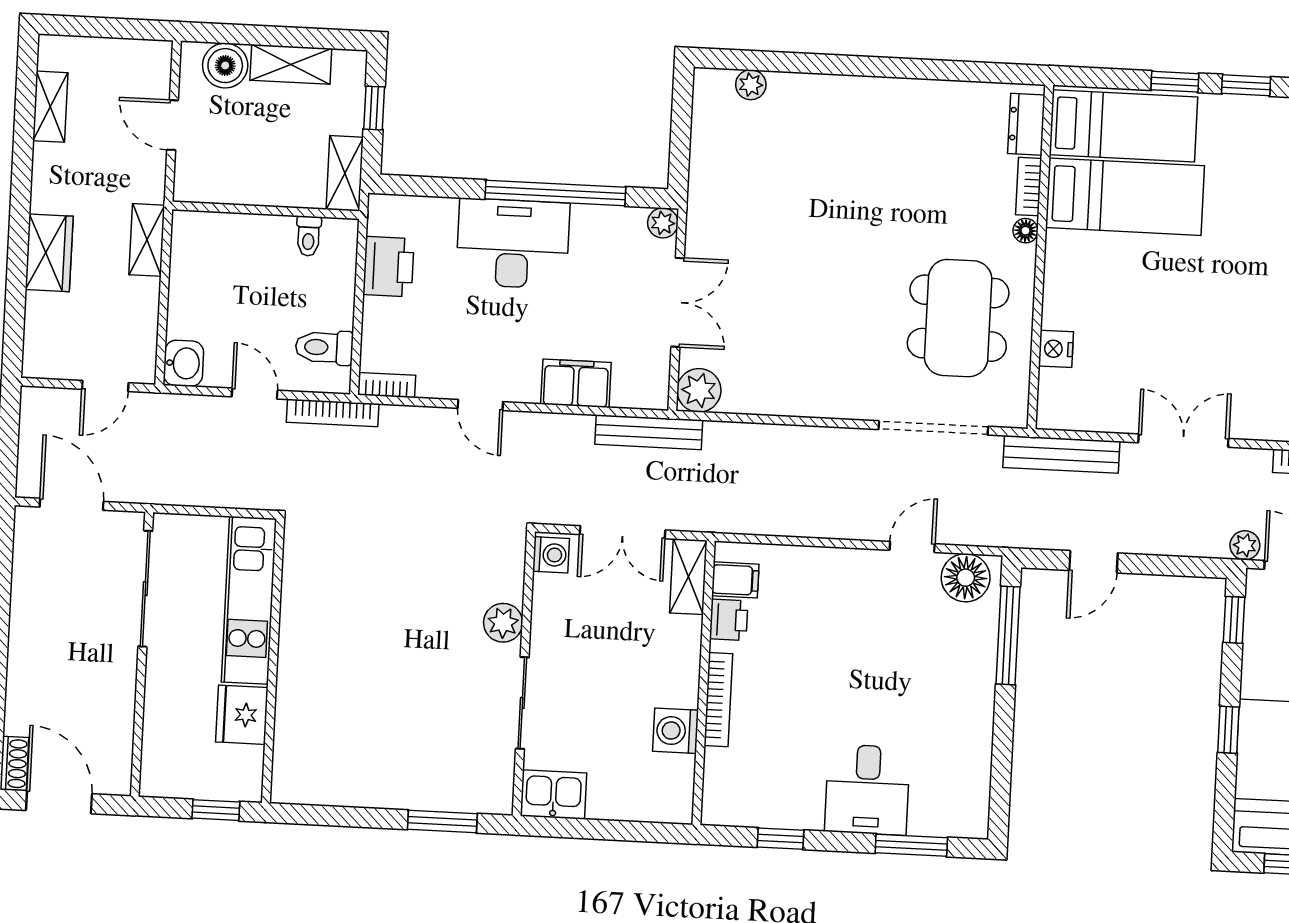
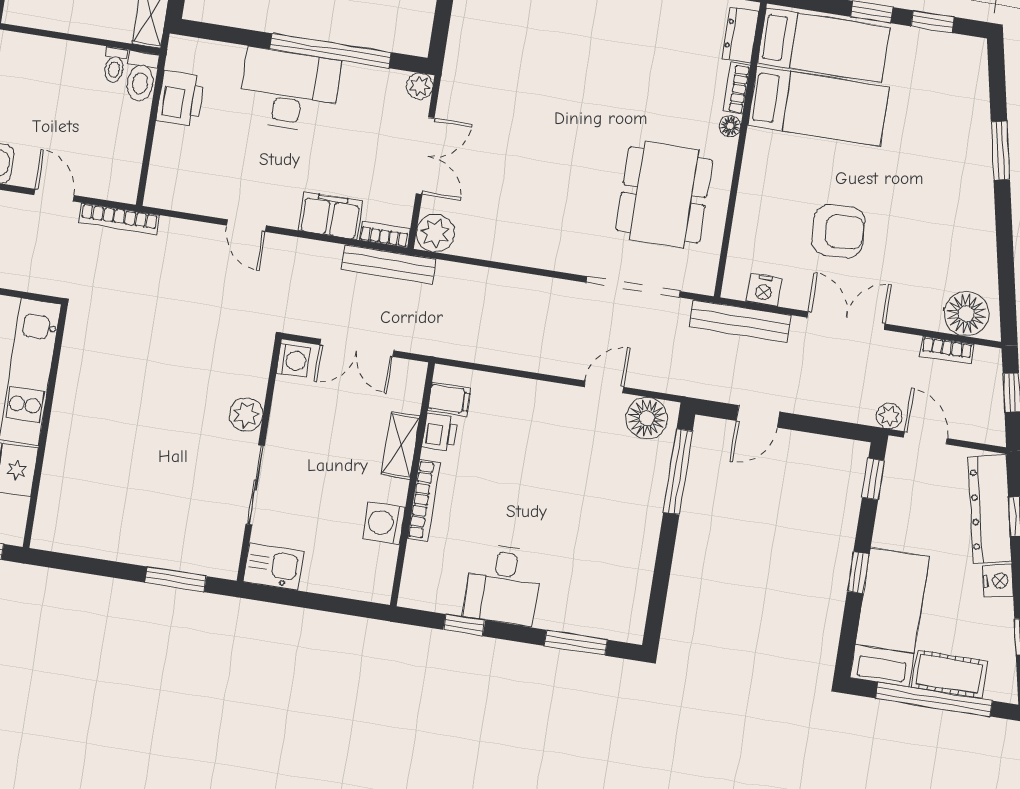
armchair: (1163, 339) -> (838, 231), added
toilet: (324, 347) -> (141, 77), moved, turned -90
nightstand: (1056, 349) -> (764, 290), moved, turned -90
bookcase: (387, 385) -> (385, 234), moved
shelving: (688, 577) -> (401, 445), moved
desk: (867, 790) -> (503, 585), moved

